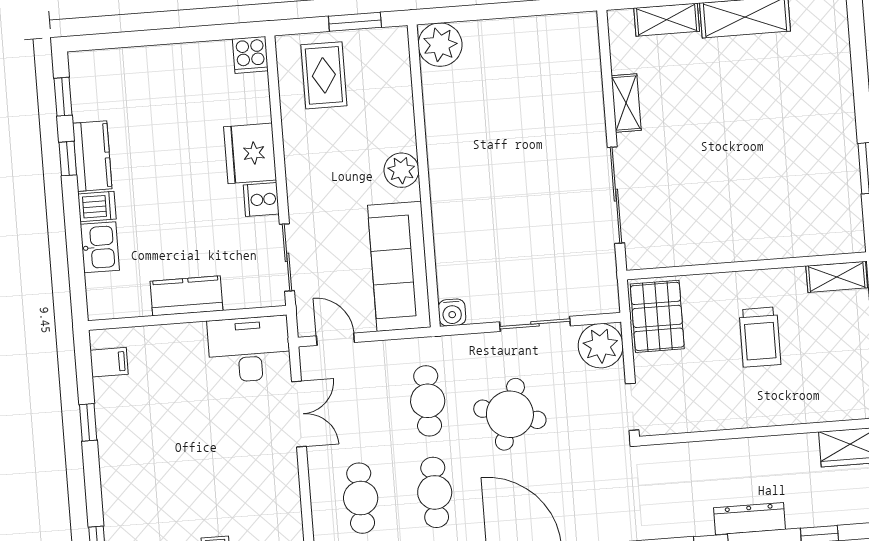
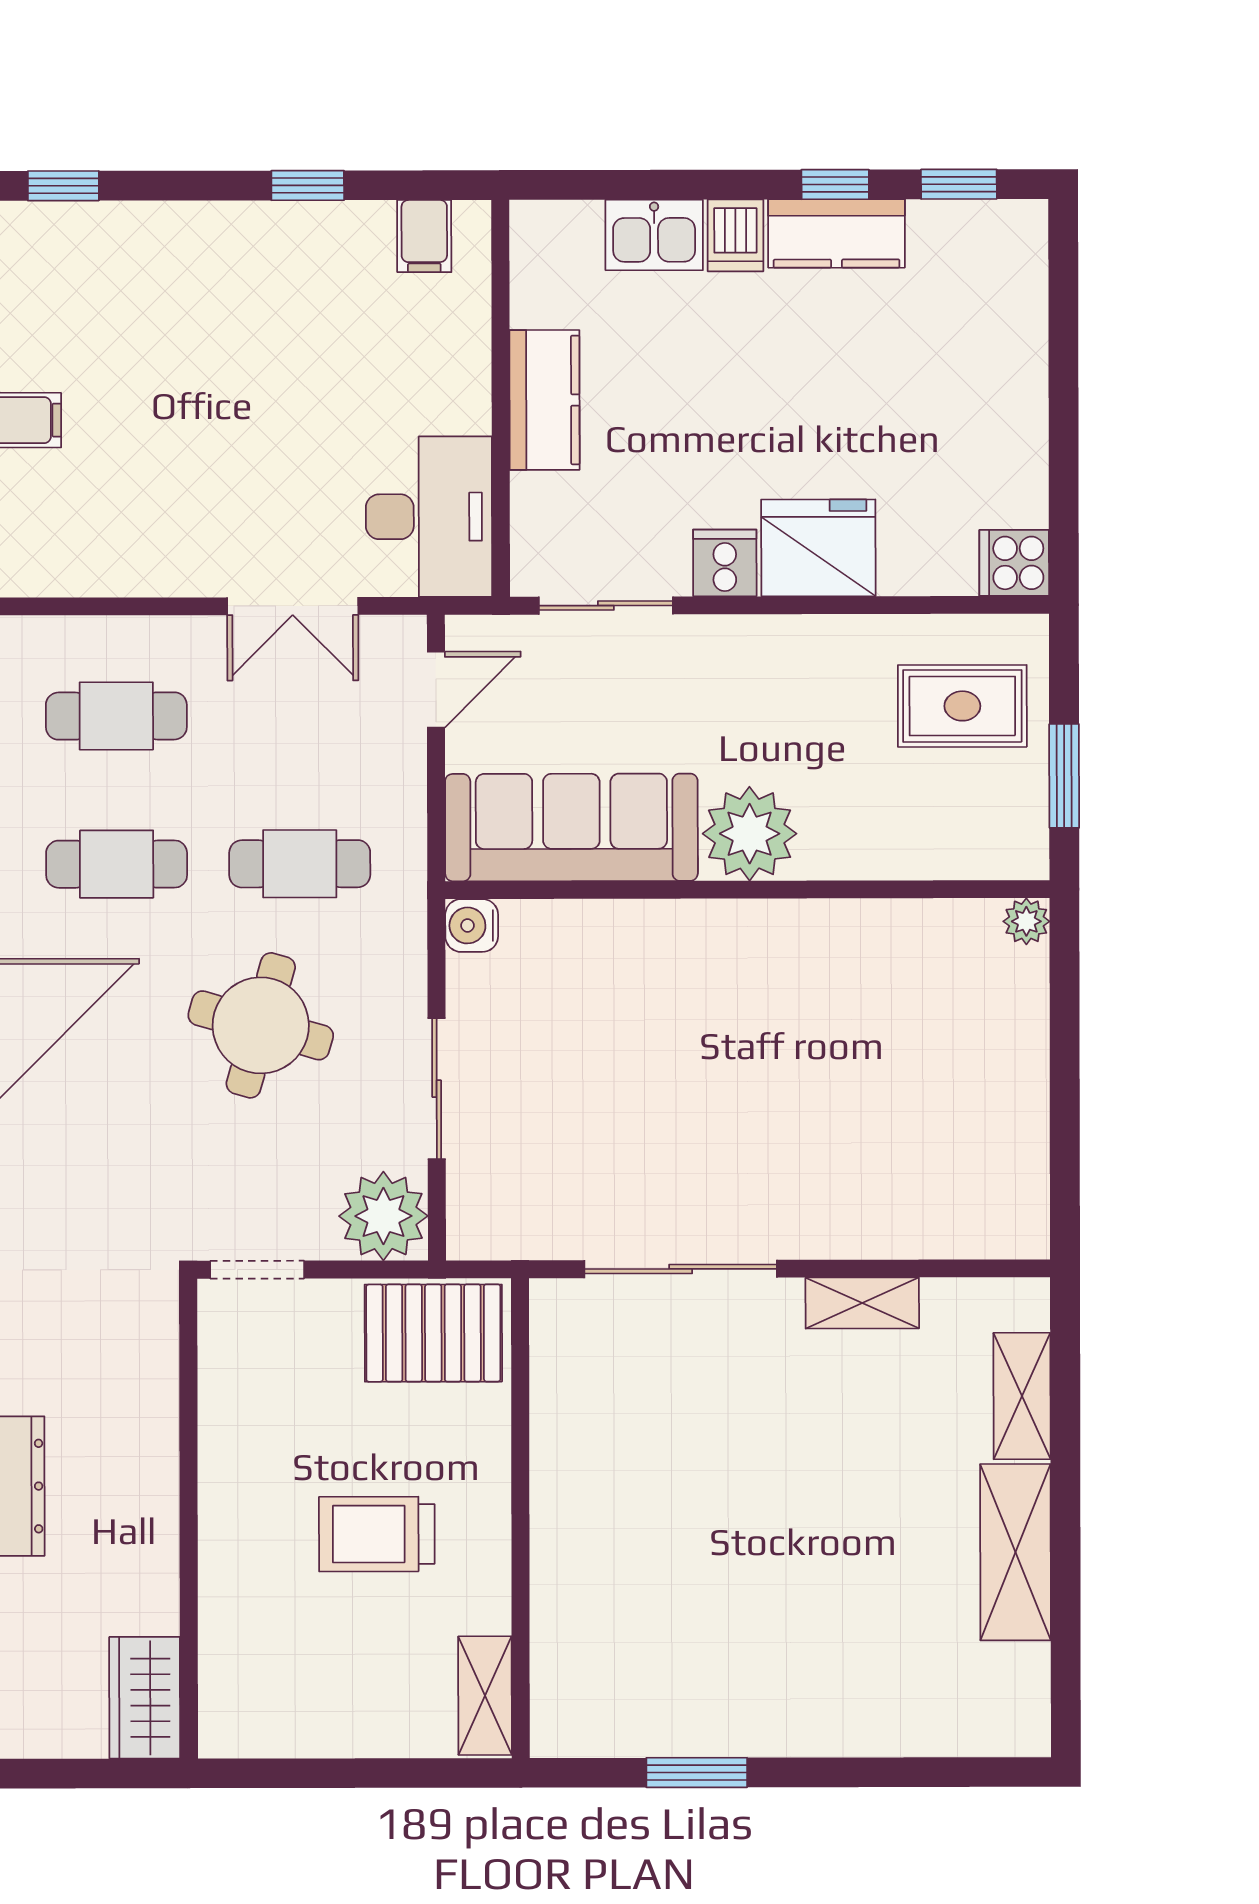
plant: (440, 45) -> (1026, 921), width x0.53, depth x0.53
plant: (401, 170) -> (750, 834), width x1.36, depth x1.36

